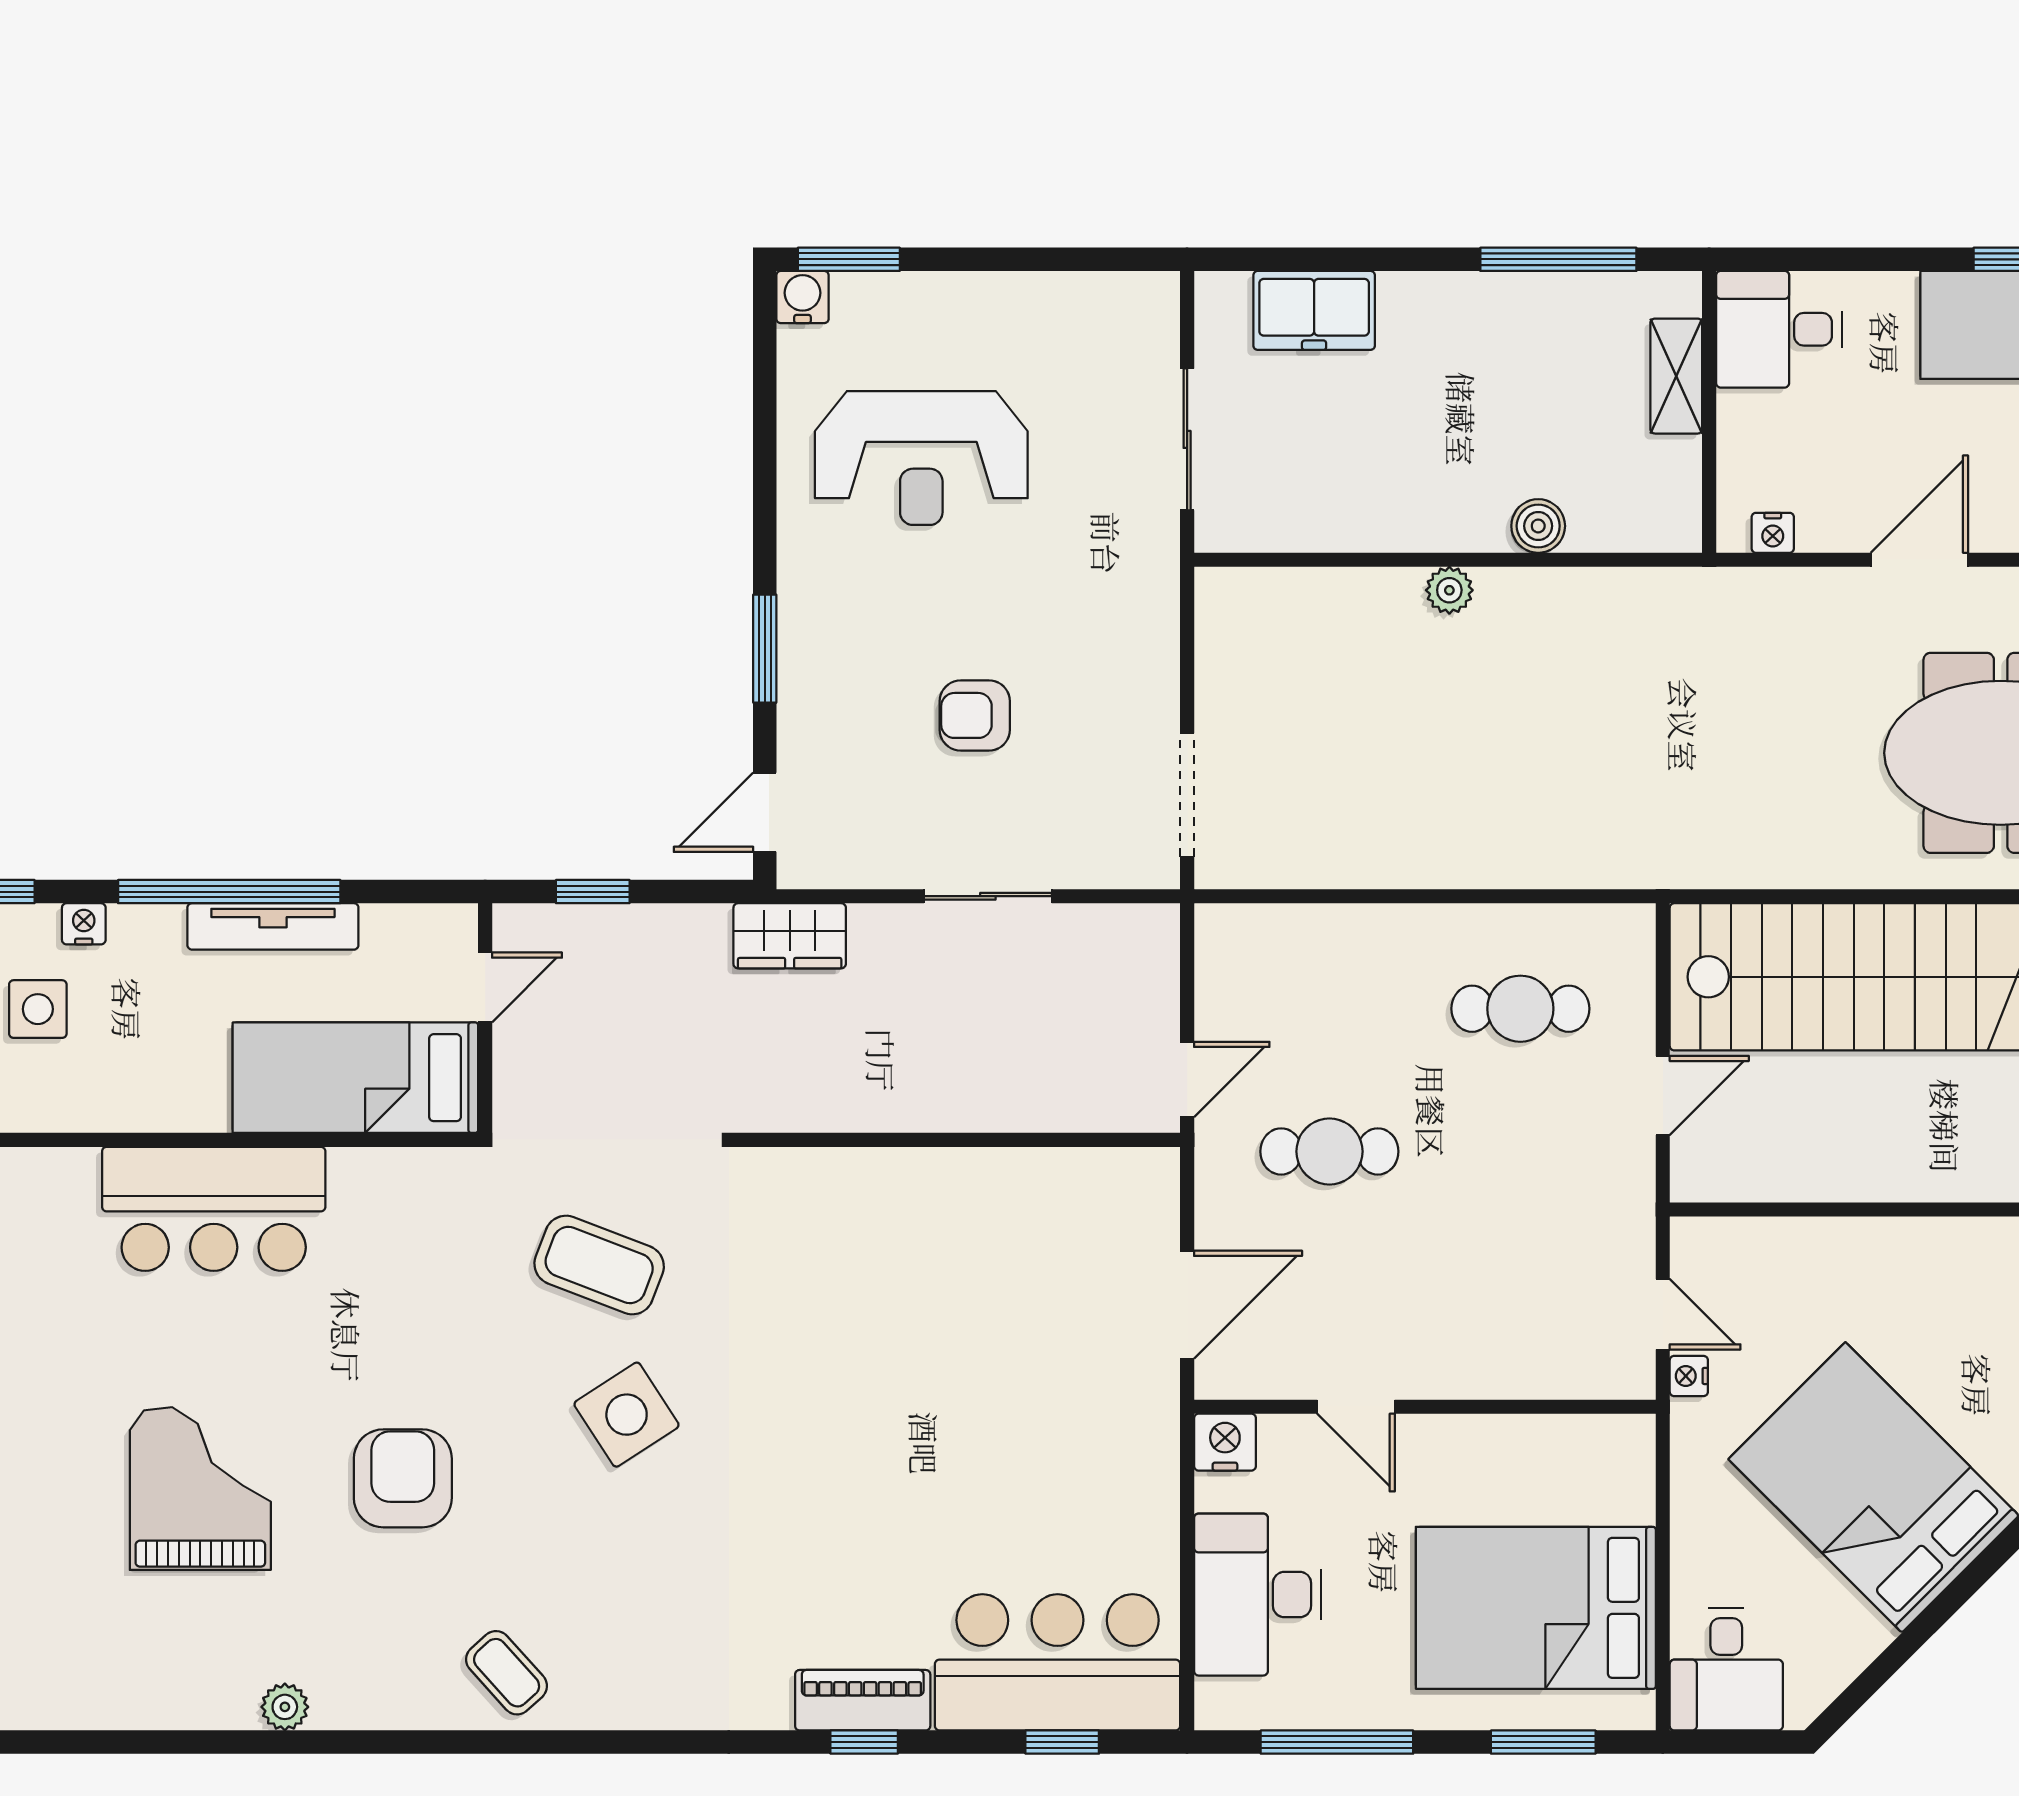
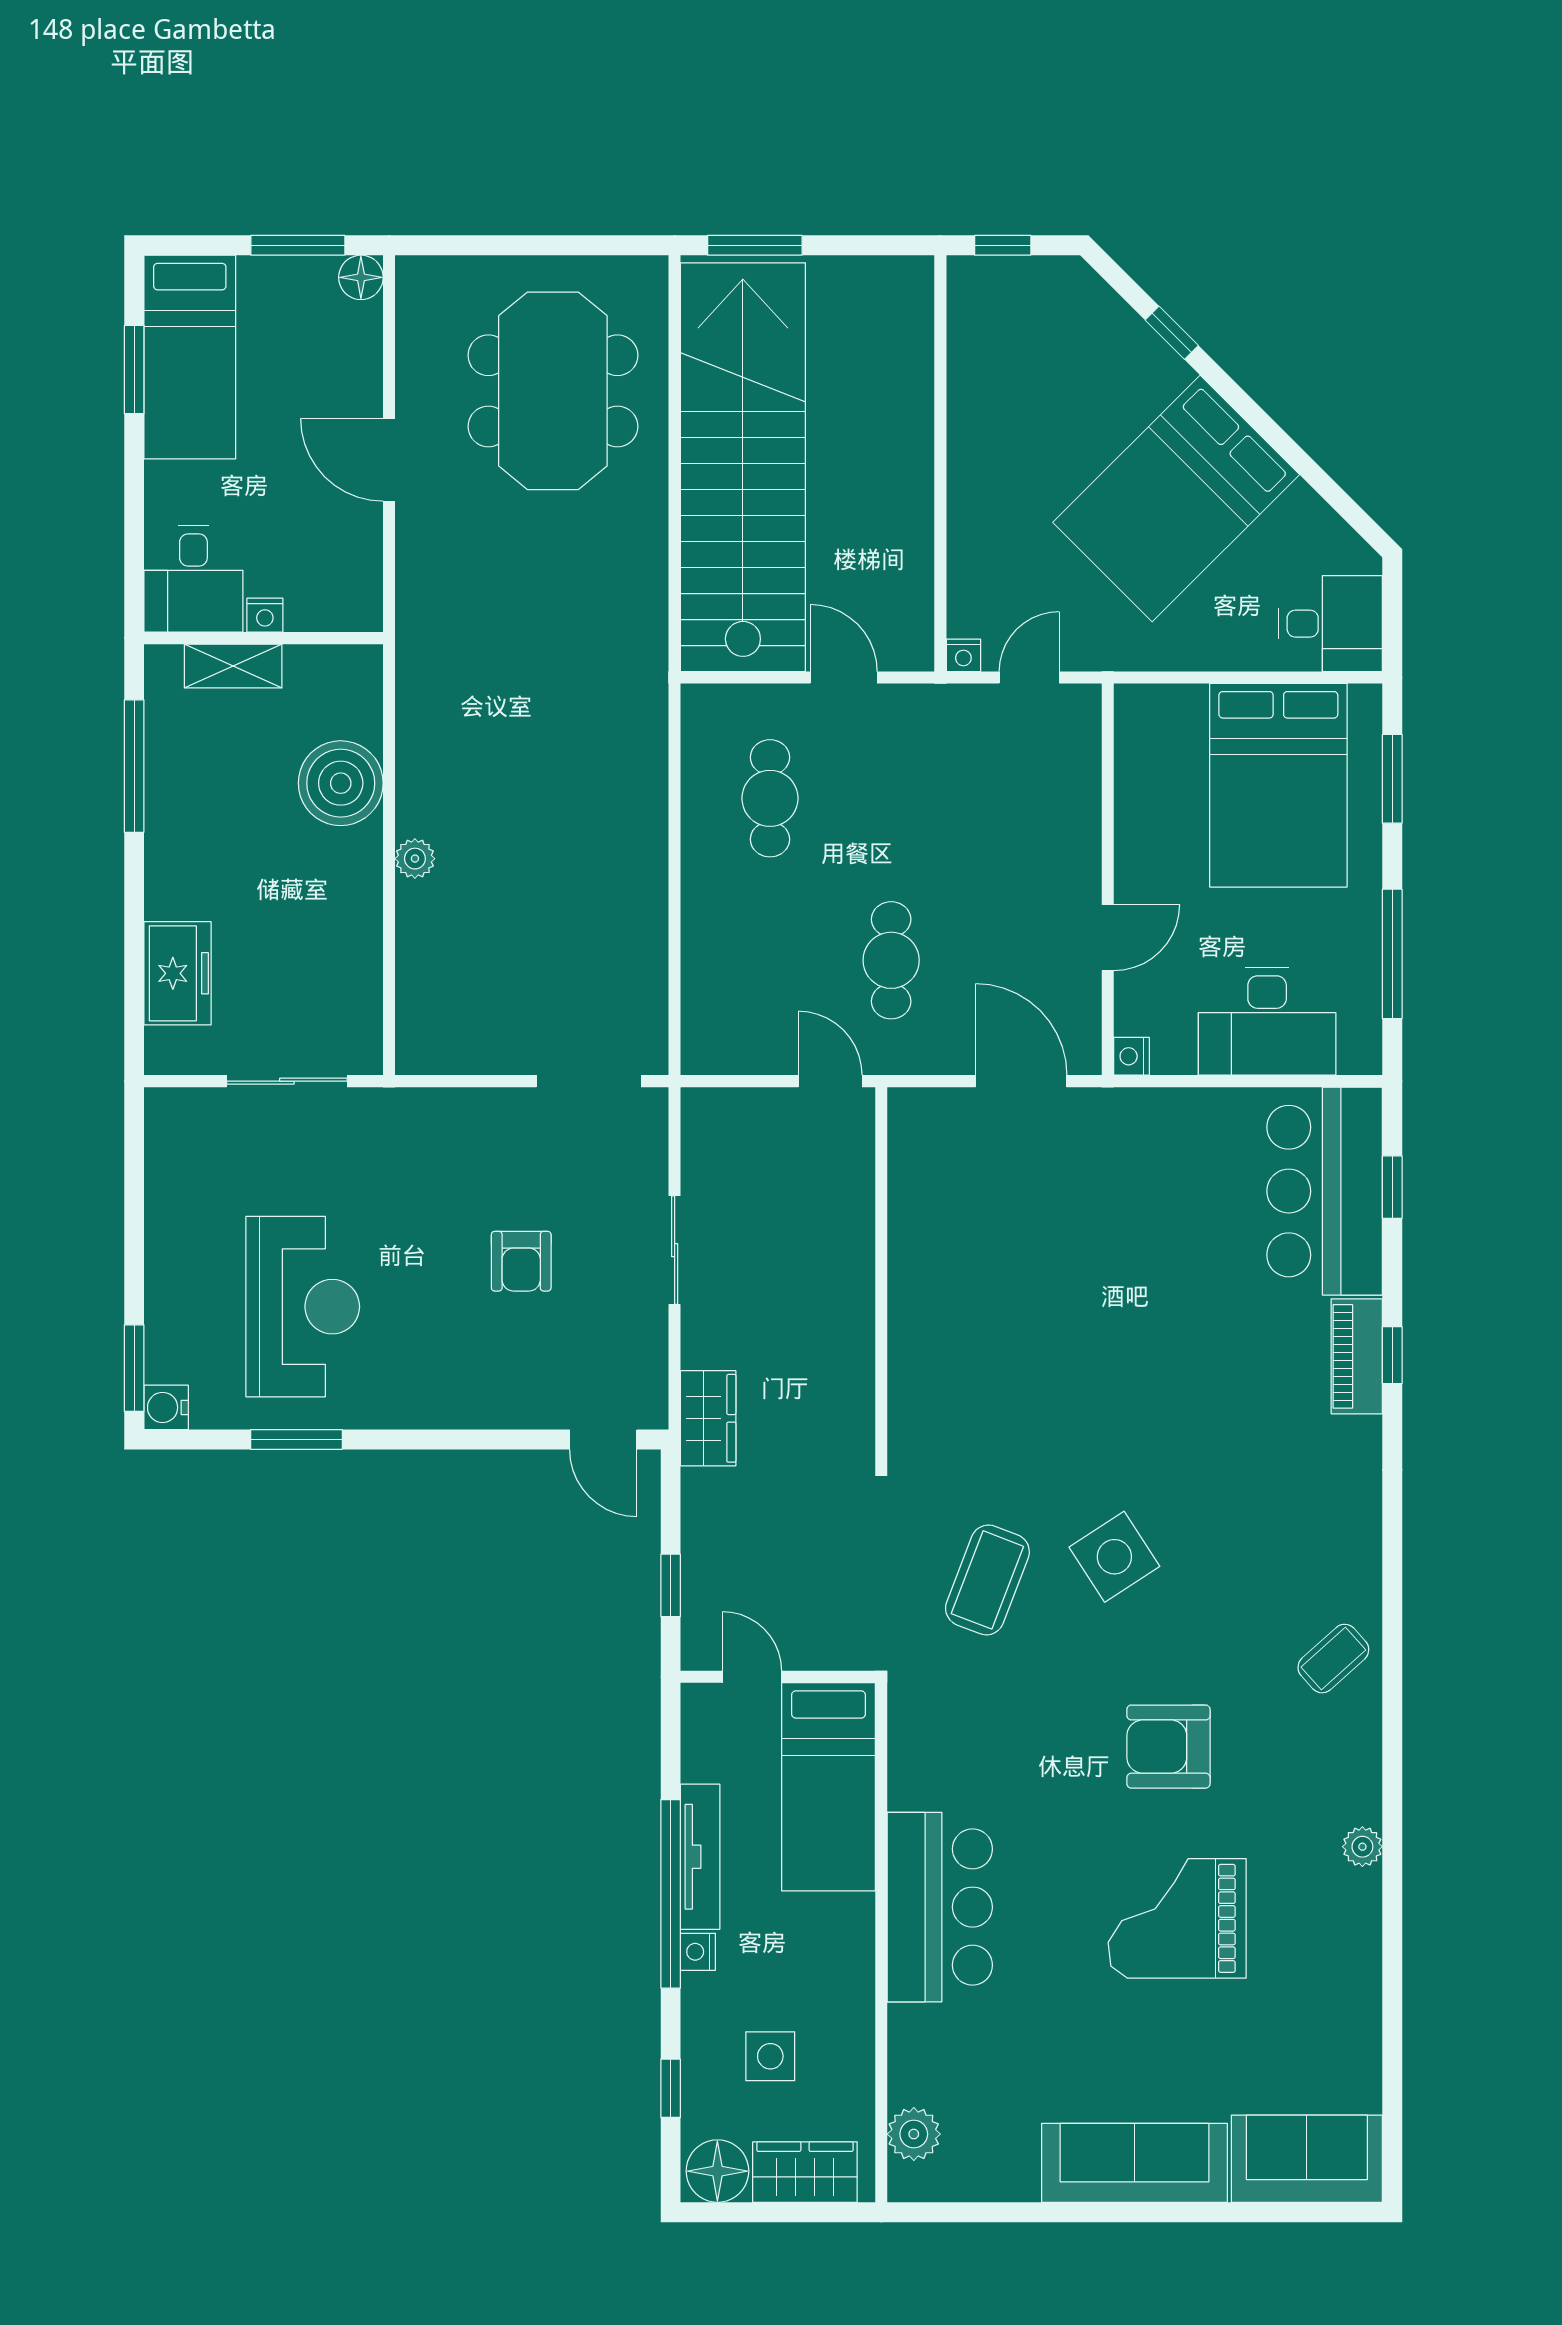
boiler: (1538, 526) -> (341, 783), width x1.86, depth x1.86
nightstand: (1773, 533) -> (265, 615), moved, turned 90
window: (765, 649) -> (296, 1439), moved
nightstand: (84, 924) -> (698, 1952), moved
nightstand: (1689, 1376) -> (963, 655), moved
nightstand: (1225, 1442) -> (1131, 1056), width x0.72, depth x0.74

